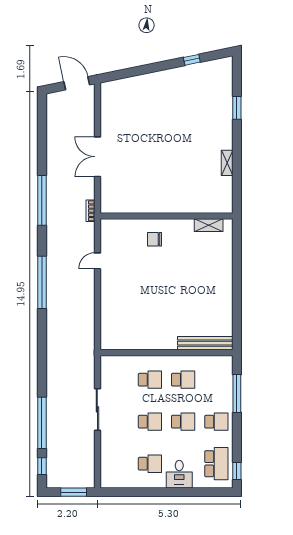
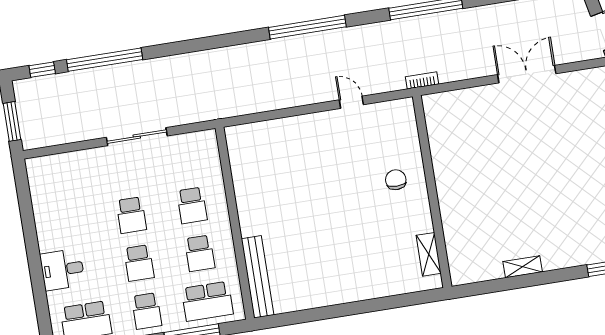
double door: (97, 157) -> (527, 74), moved
school desk: (150, 464) -> (207, 301), moved, width x1.85

